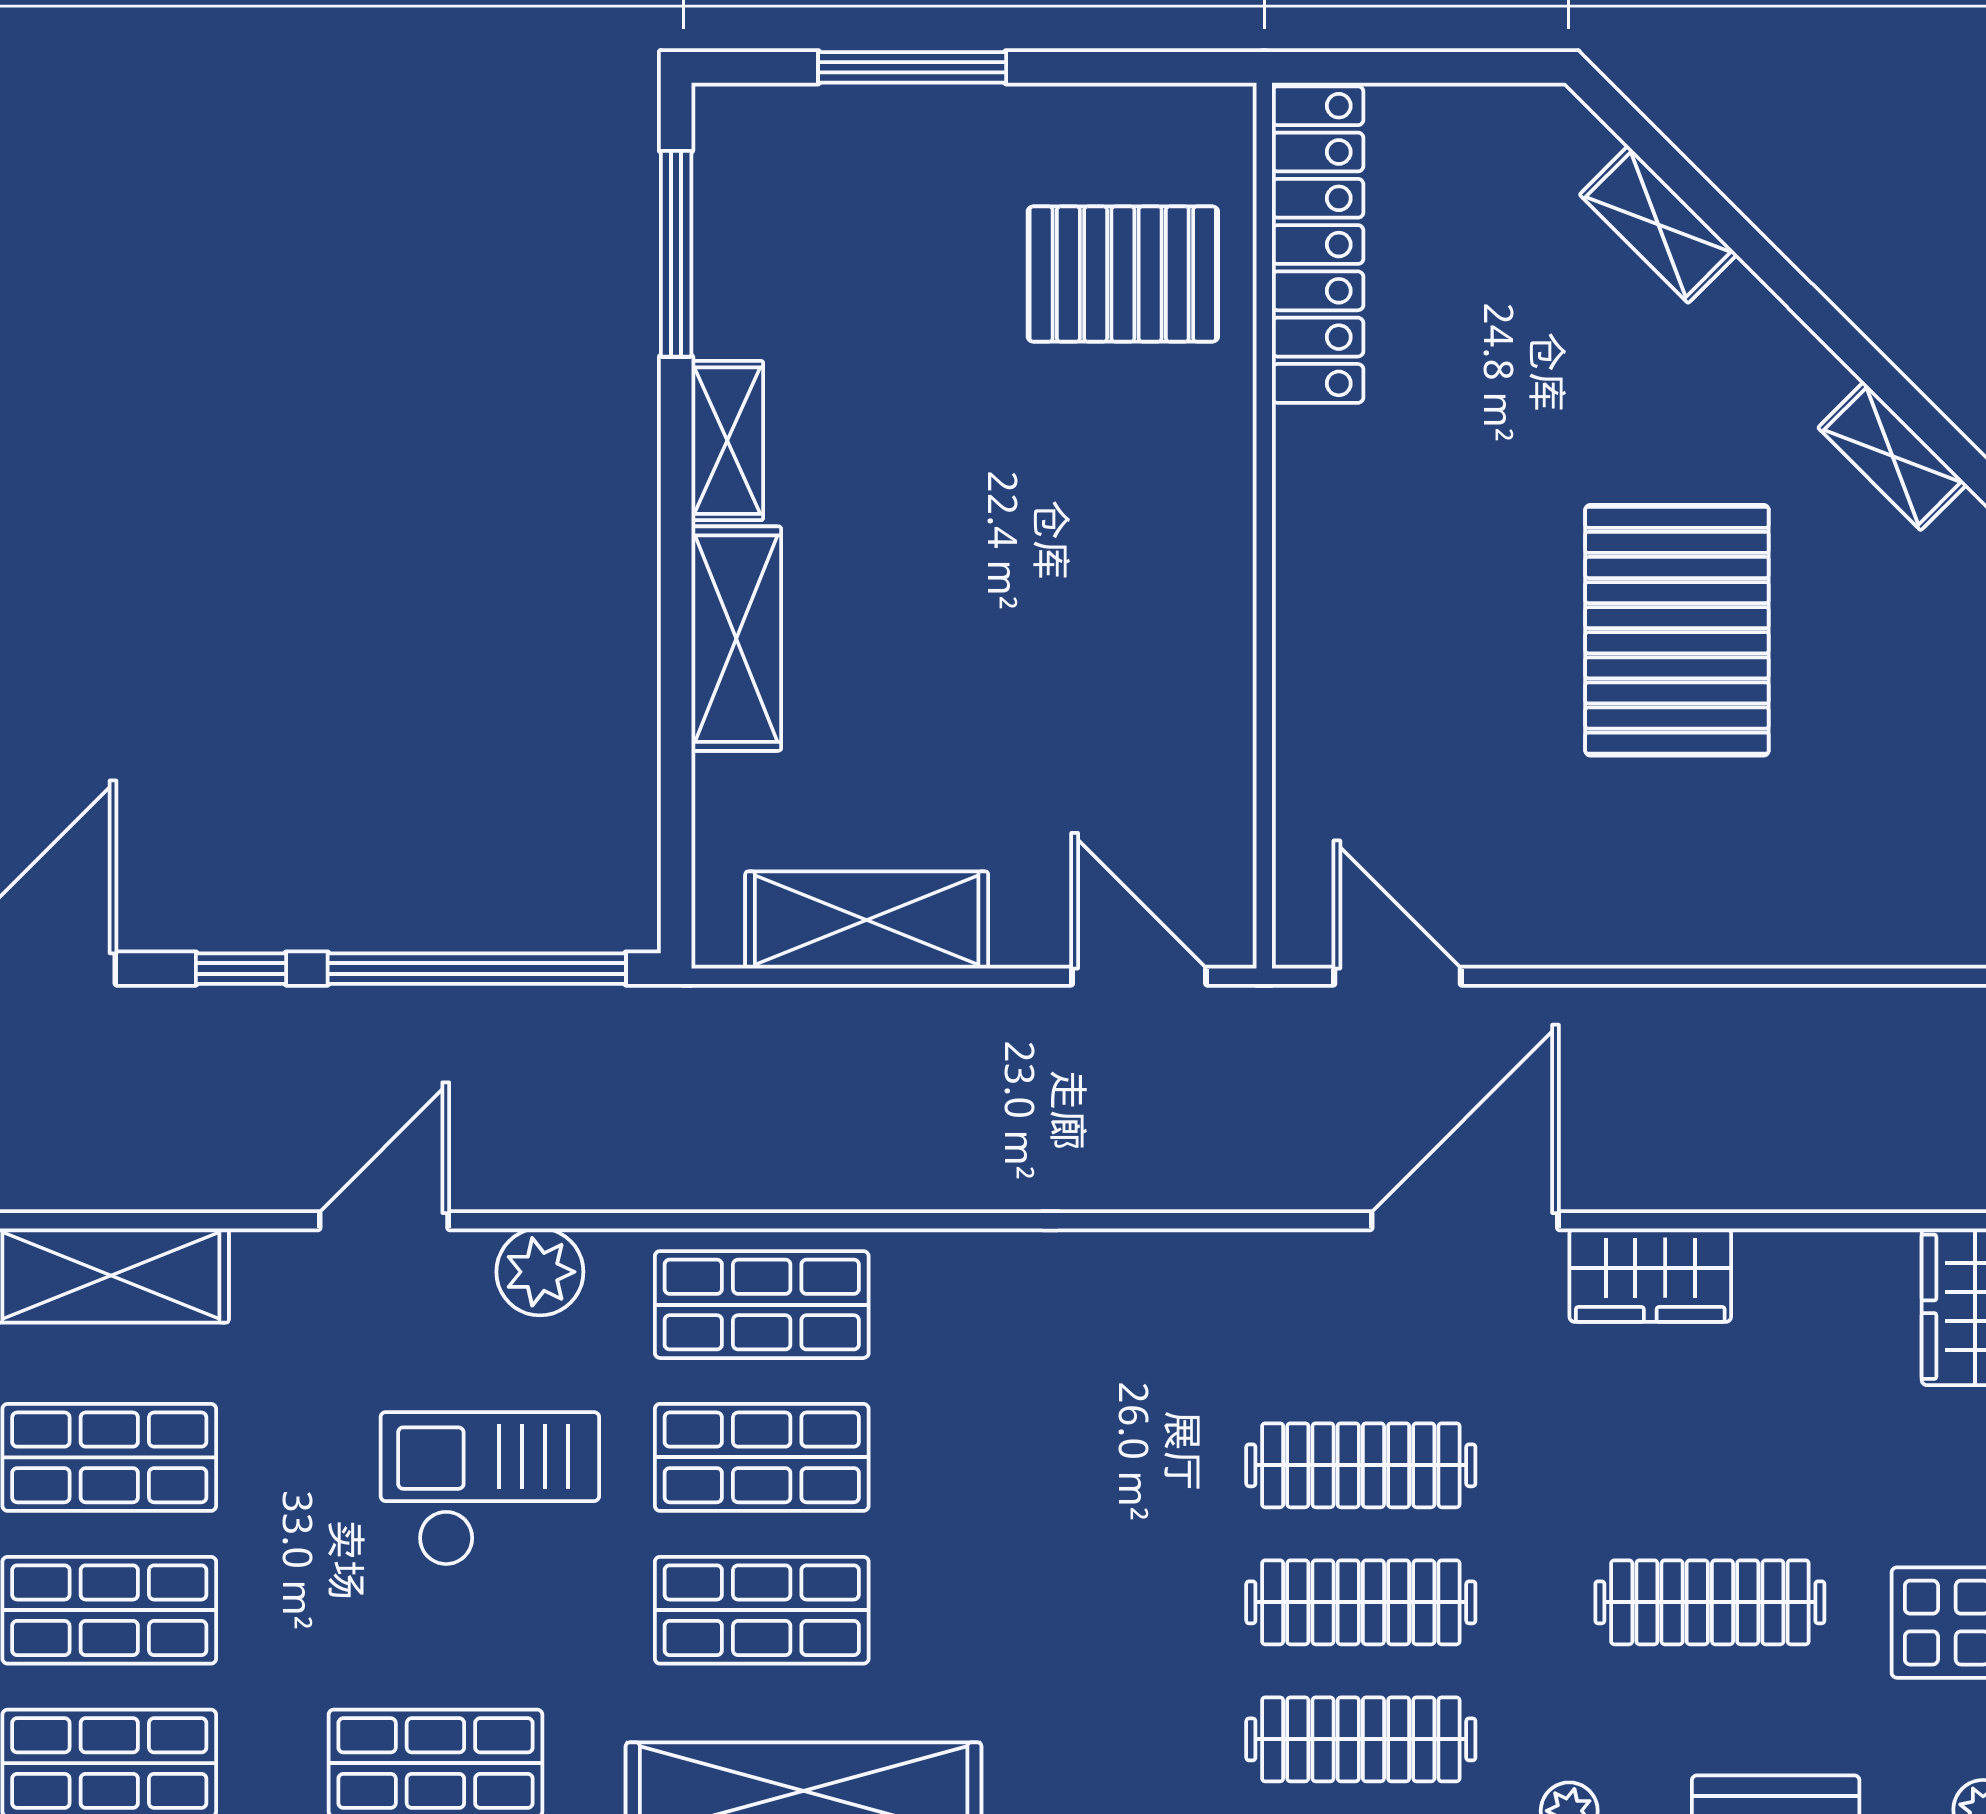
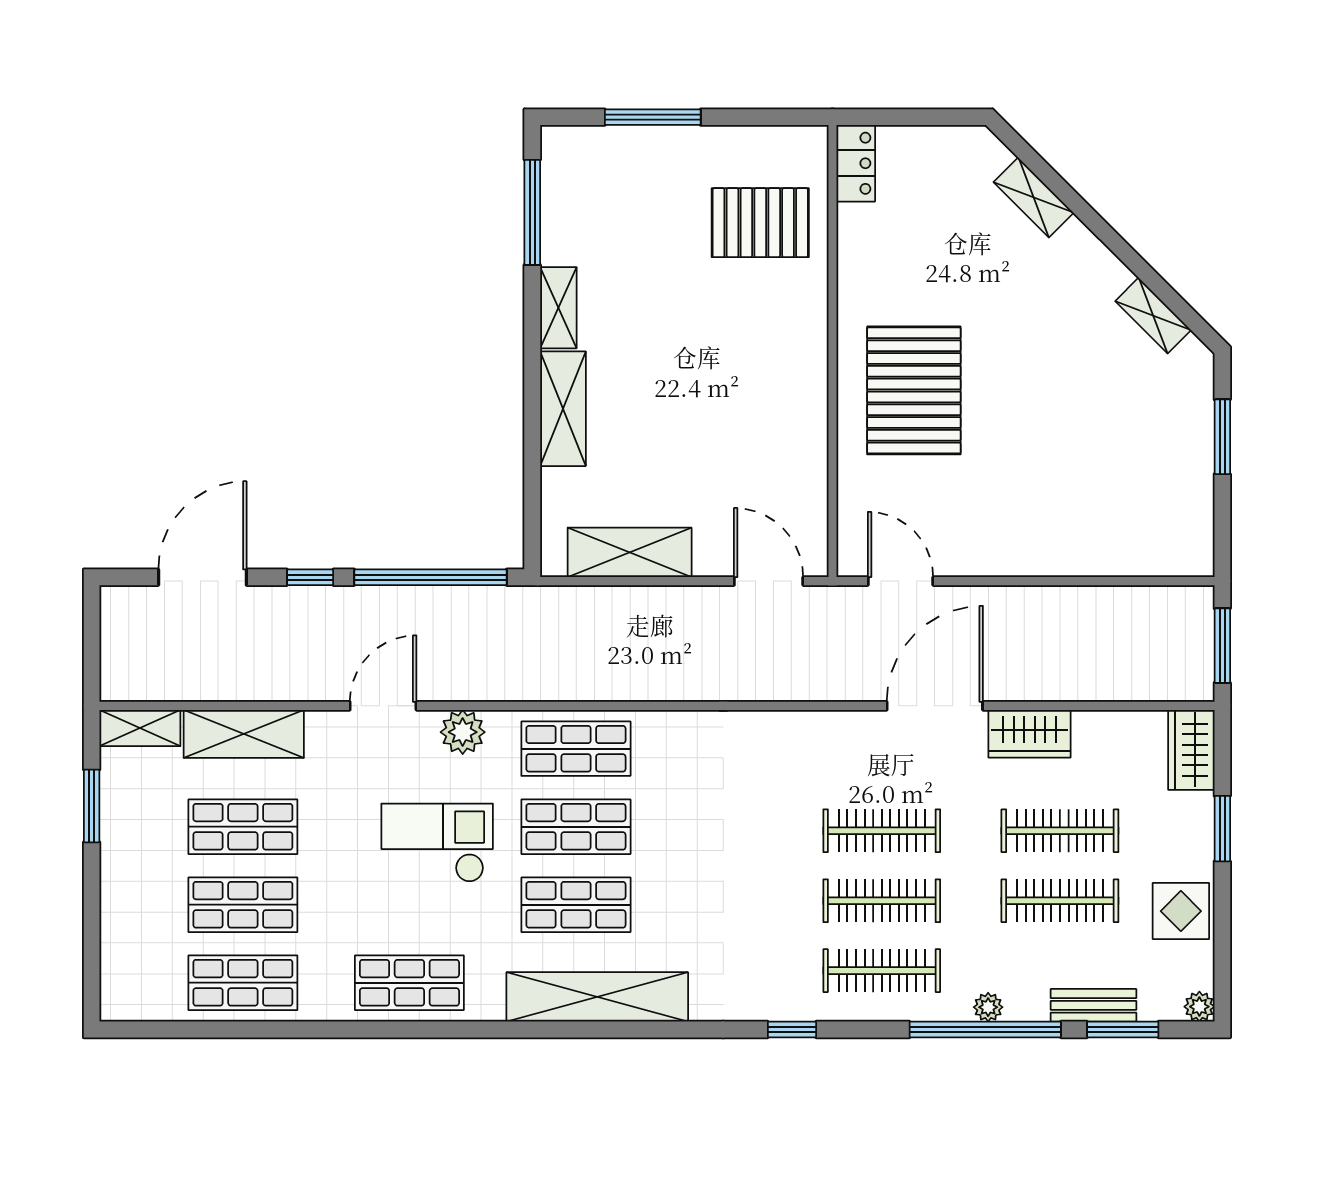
locker: (1318, 245) -> (856, 163), width x0.46, depth x0.83
pallet: (1677, 630) -> (914, 390), moved
clothes rail: (1710, 1465) -> (1060, 831), added

